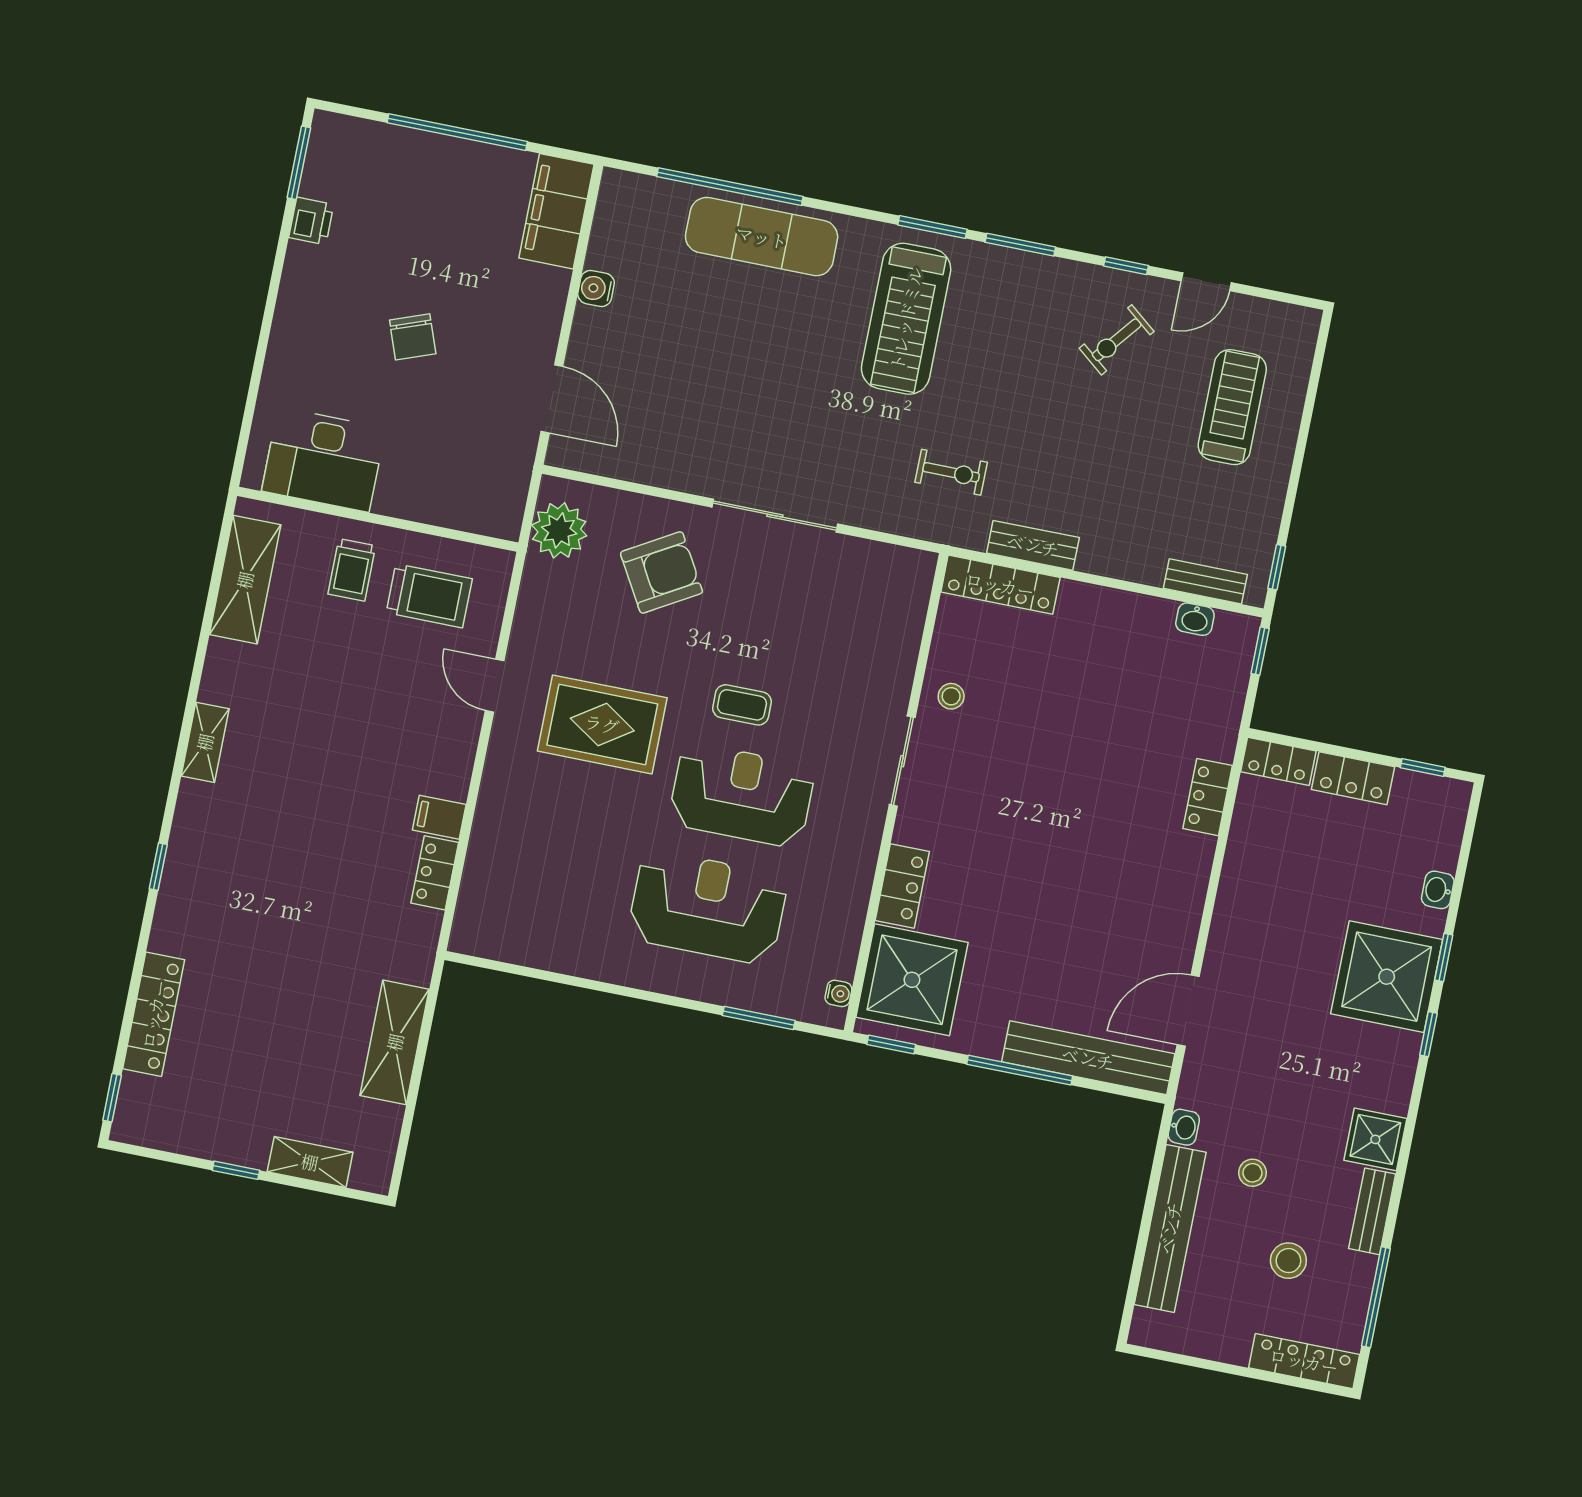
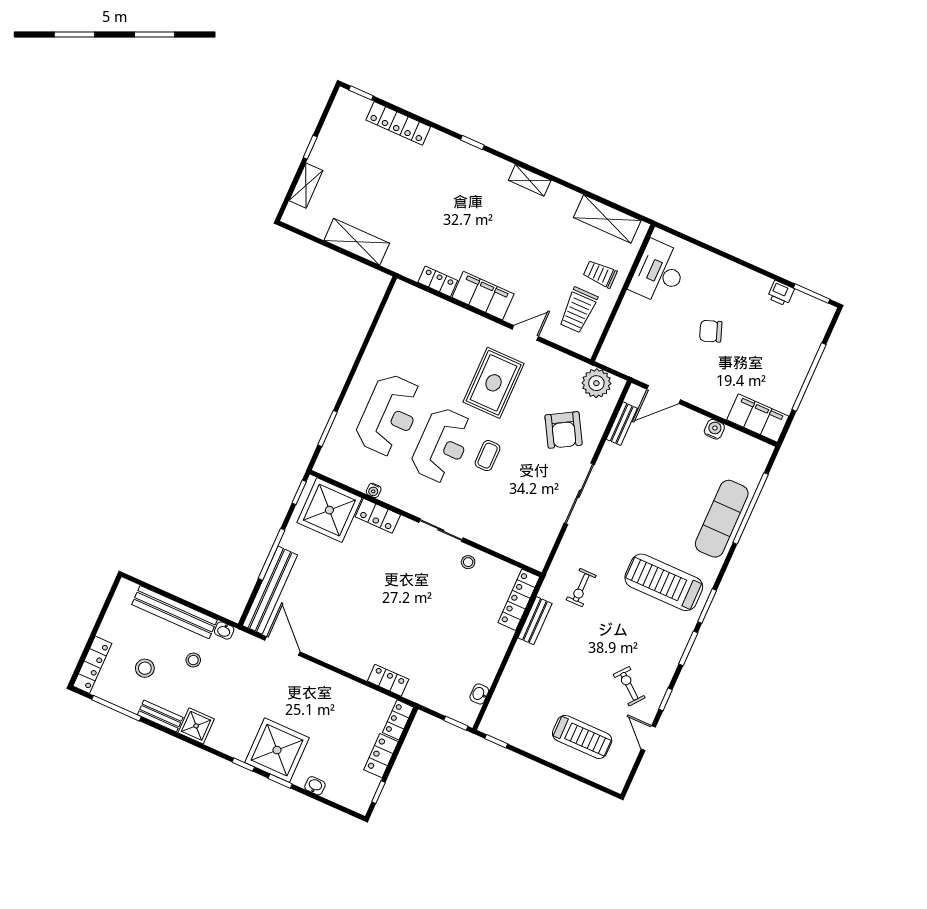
bench: (1205, 581) -> (622, 424), moved
filing cabinet: (439, 817) -> (483, 296), width x3.00, depth x1.17
water cooler: (838, 993) -> (374, 490), moved

